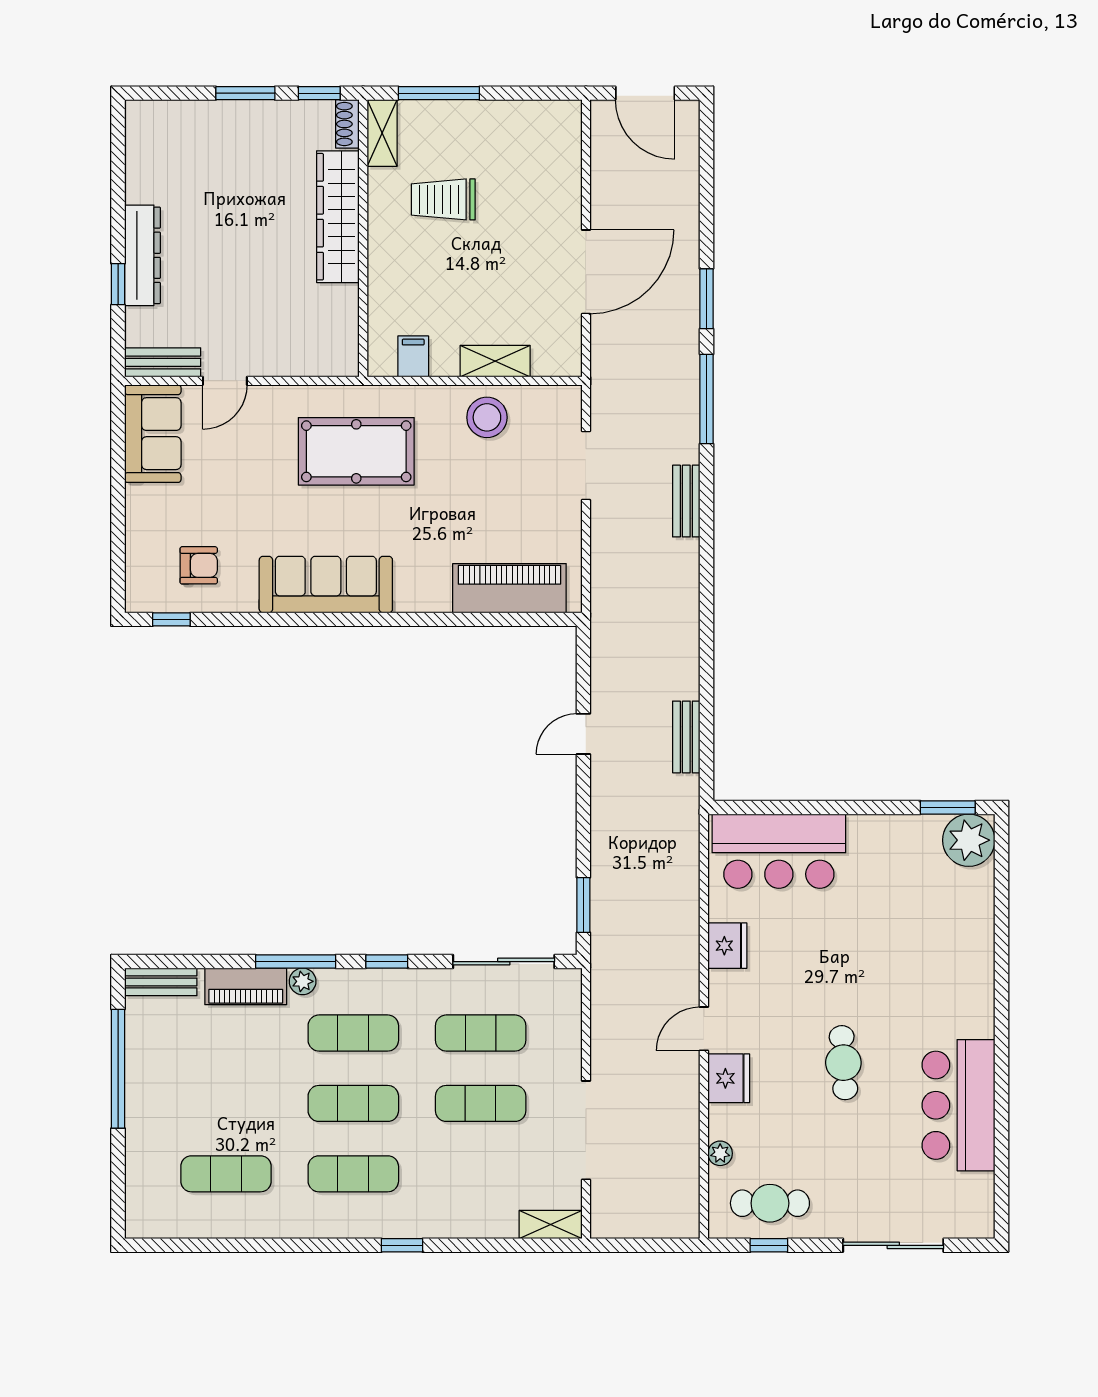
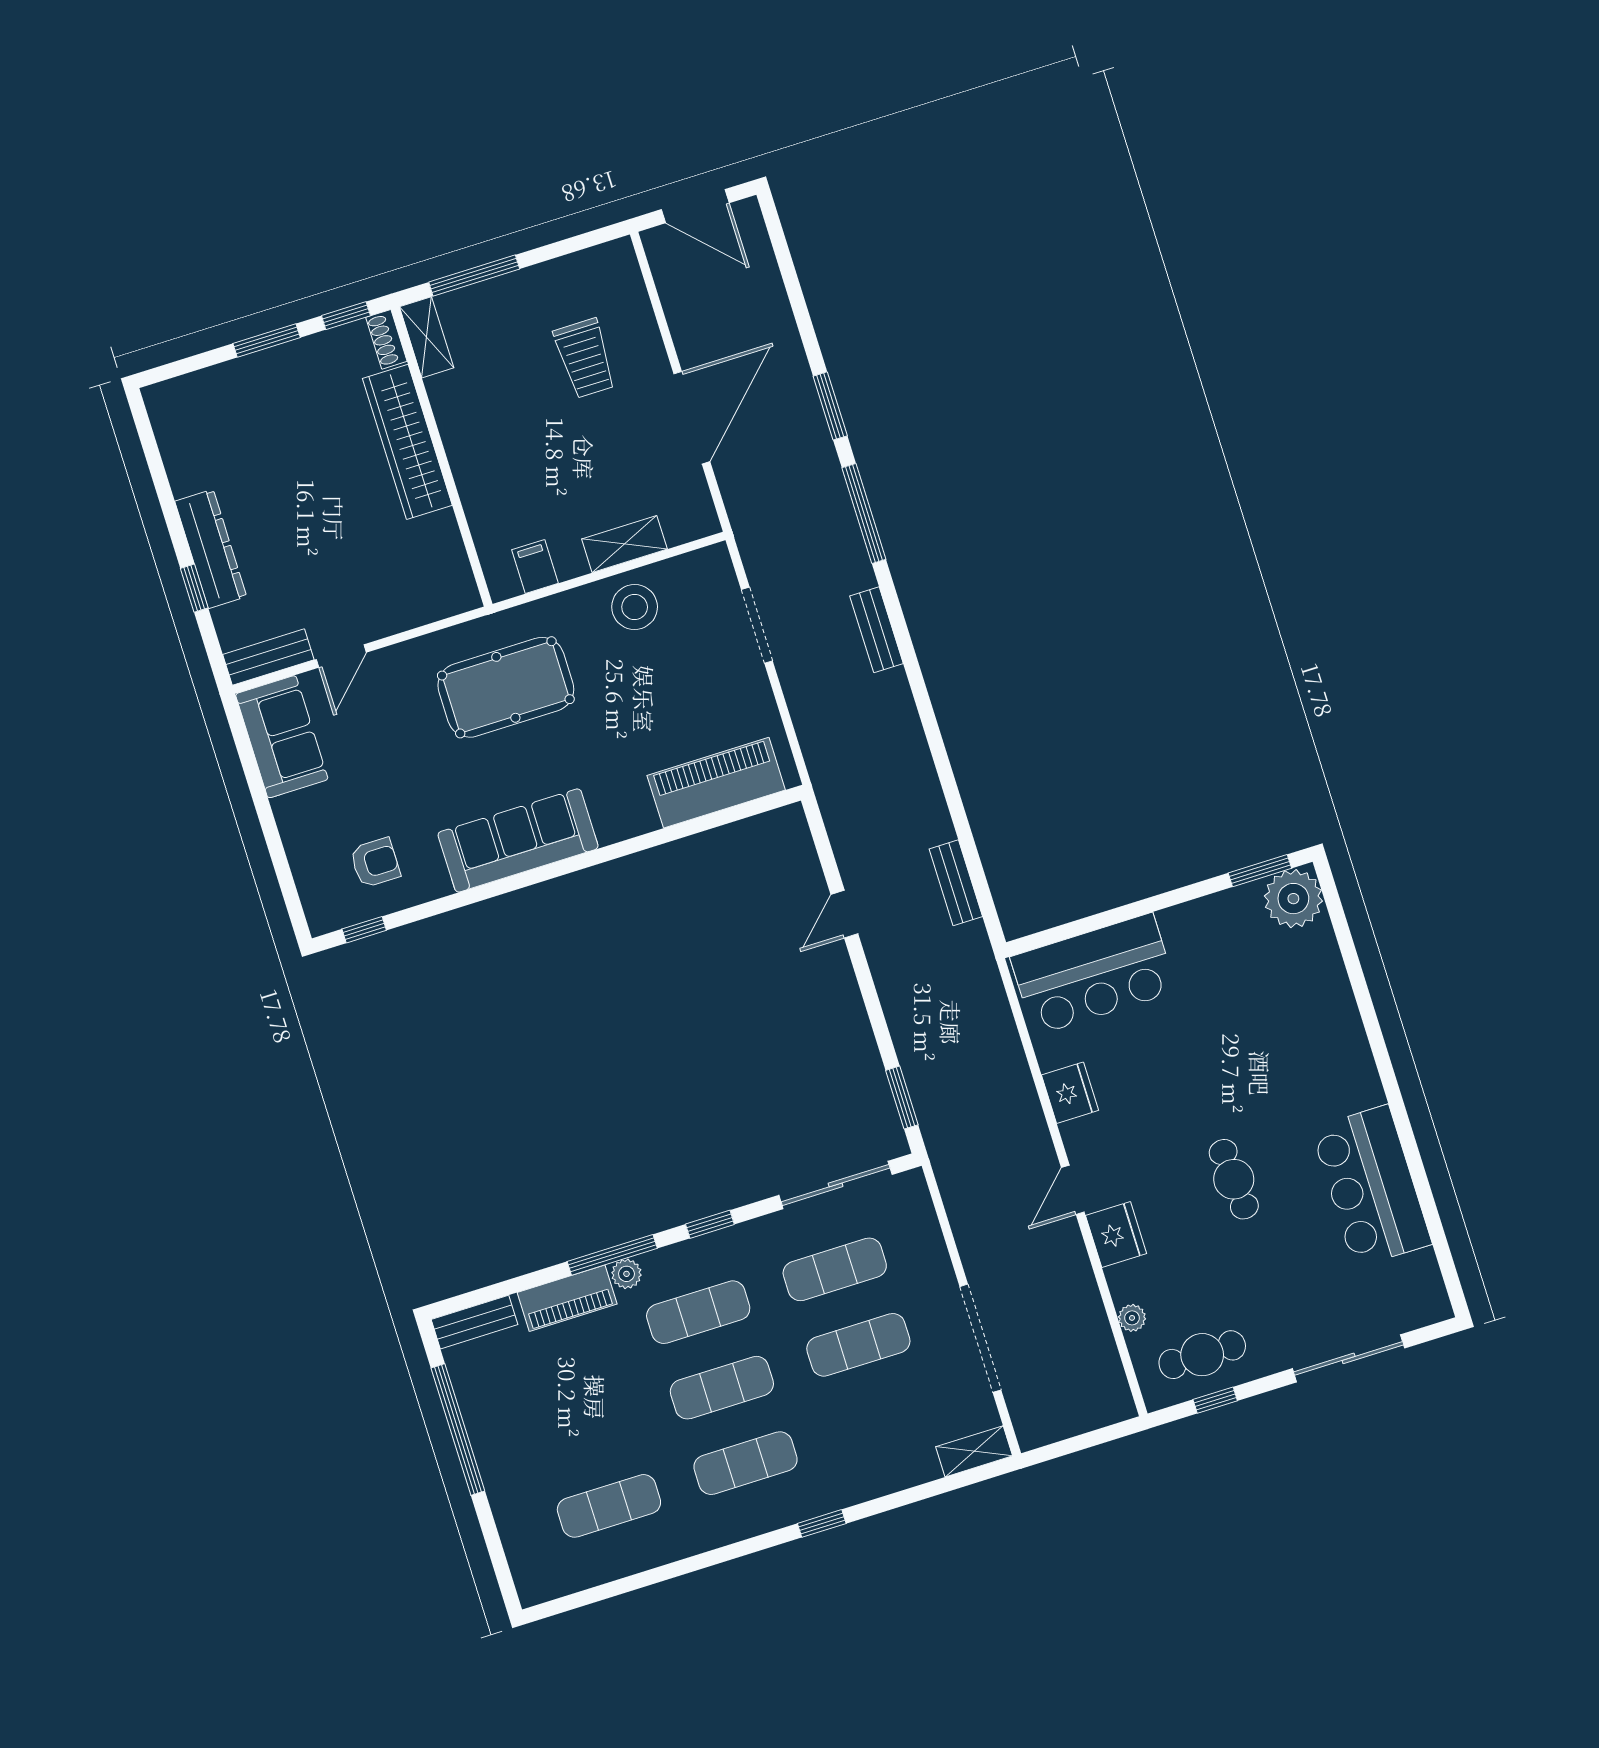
trolley: (443, 199) -> (585, 358), moved, turned -90

